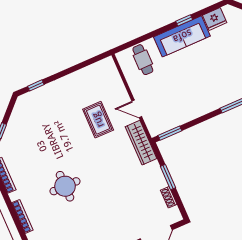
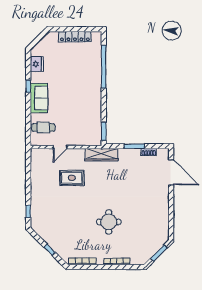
sofa: (182, 36) -> (39, 98), width x0.73
door: (137, 109) -> (60, 147), moved

